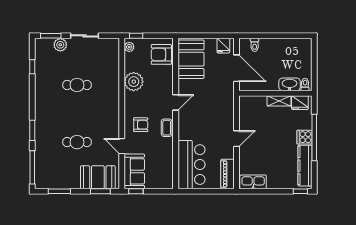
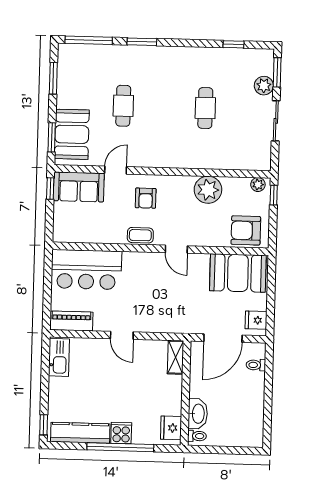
armchair: (161, 54) -> (246, 230), turned -90
shelving: (279, 101) -> (176, 357), moved

